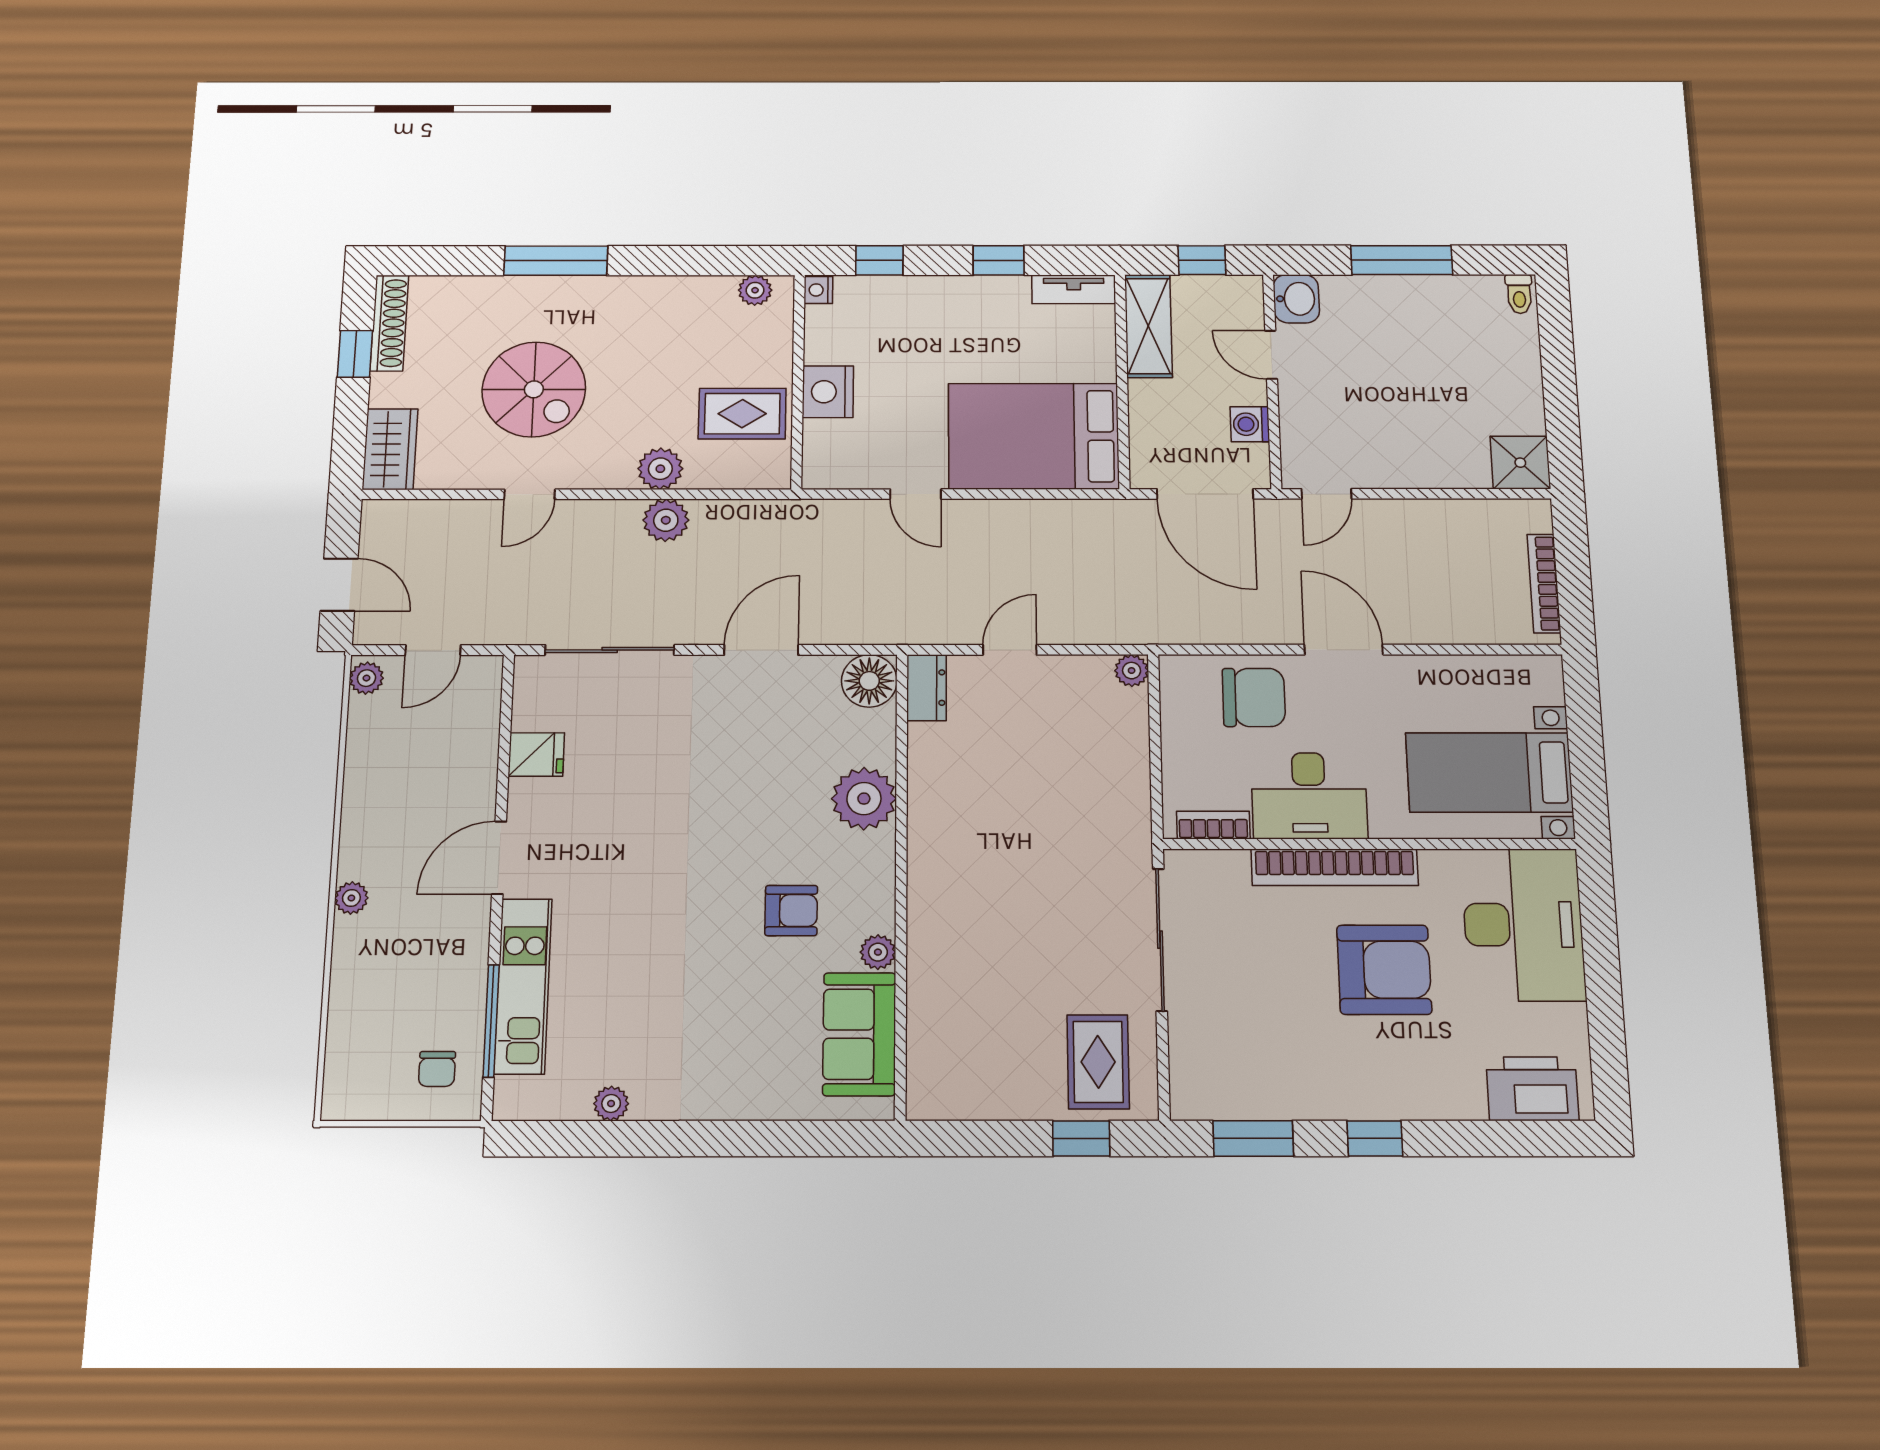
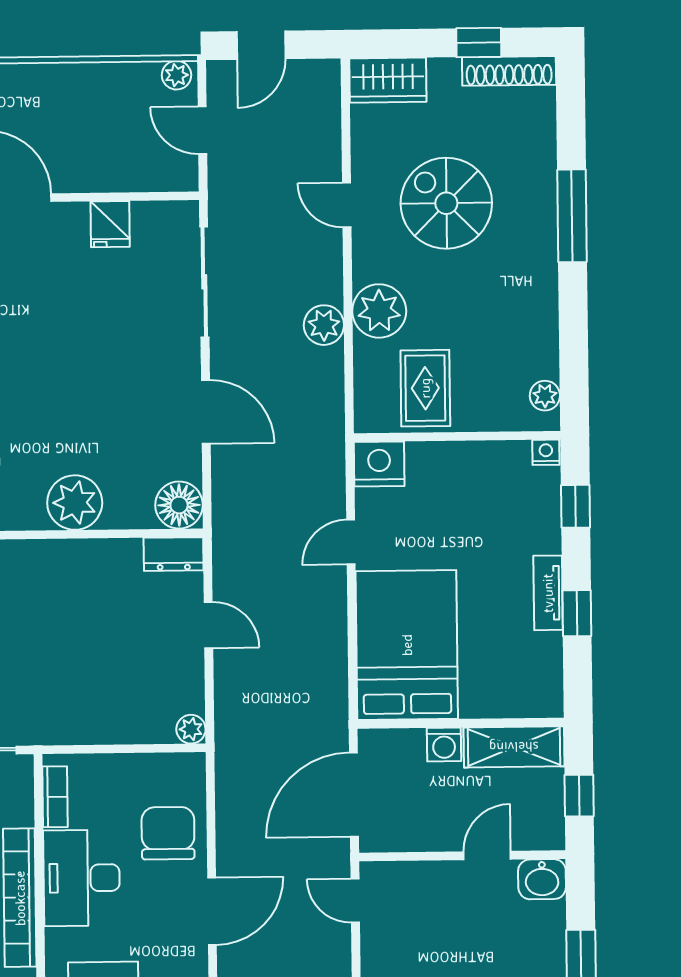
tv unit: (1074, 289) -> (548, 593), moved
spiral stairs: (534, 389) -> (446, 203), turned 90
nightstand: (828, 392) -> (379, 464), moved
washing machine: (1250, 424) -> (444, 744), moved, turned 180
plant: (660, 469) -> (379, 311), width x1.36, depth x1.36
chair: (1254, 697) -> (168, 833), turned 180

